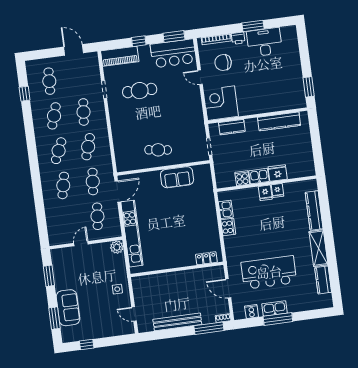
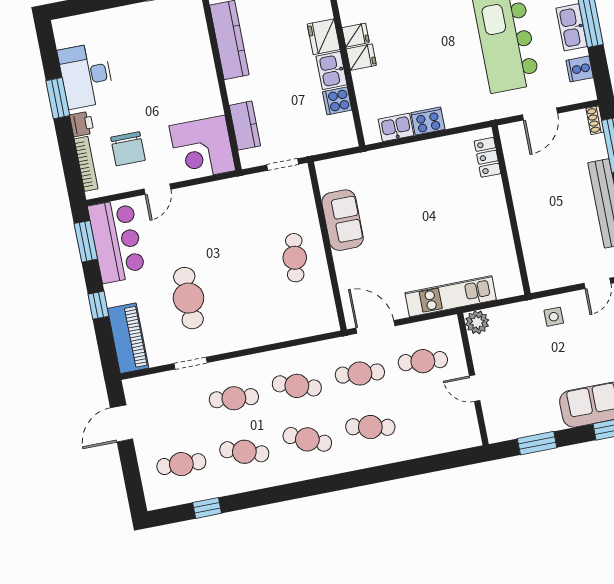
kitchen unit: (132, 234) -> (451, 296), width x0.73

